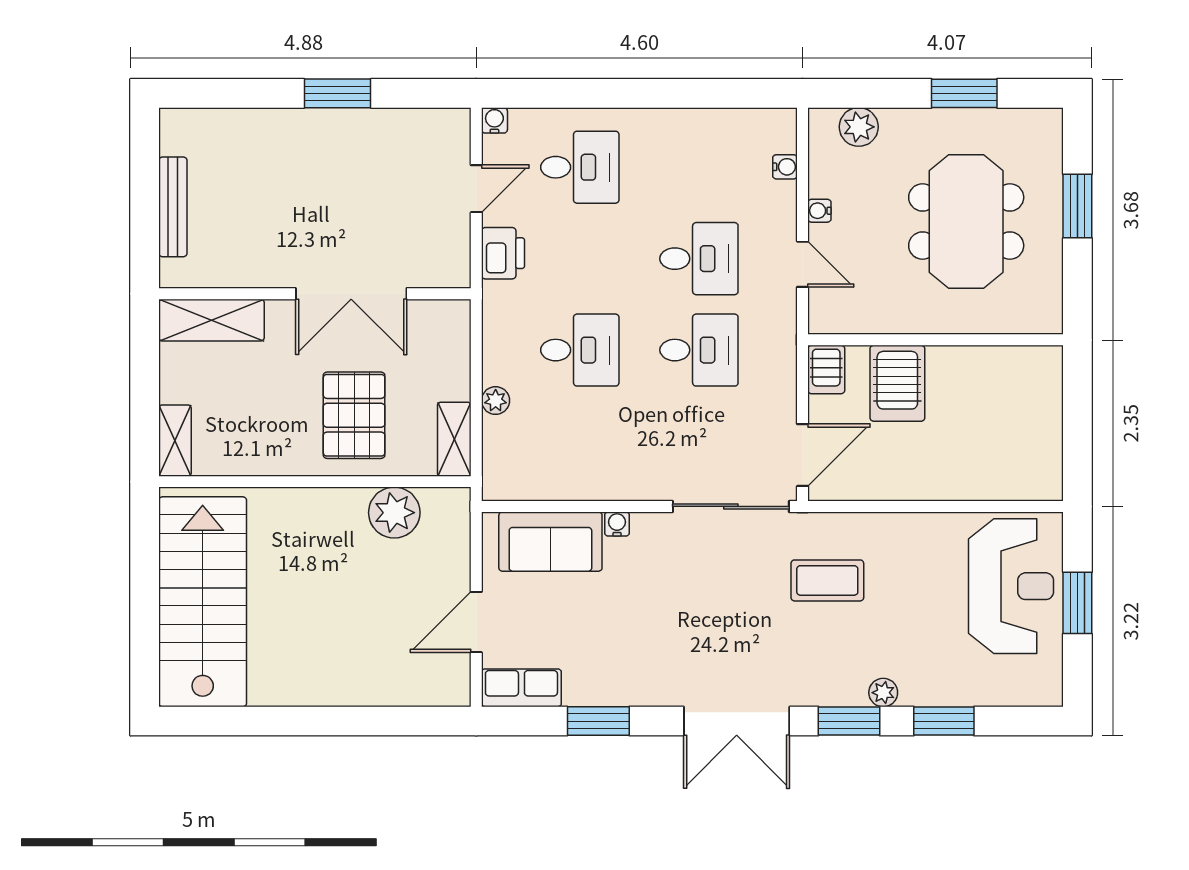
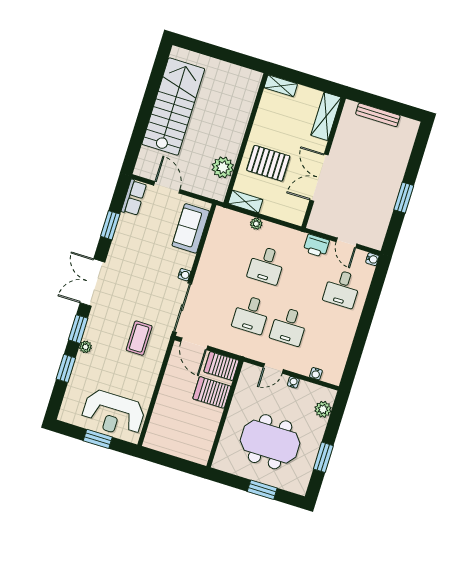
server rack: (826, 369) -> (221, 366), width x1.36, depth x1.44
water cooler: (617, 524) -> (184, 275), moved
stairs: (203, 602) -> (173, 107), moved, turned -90

